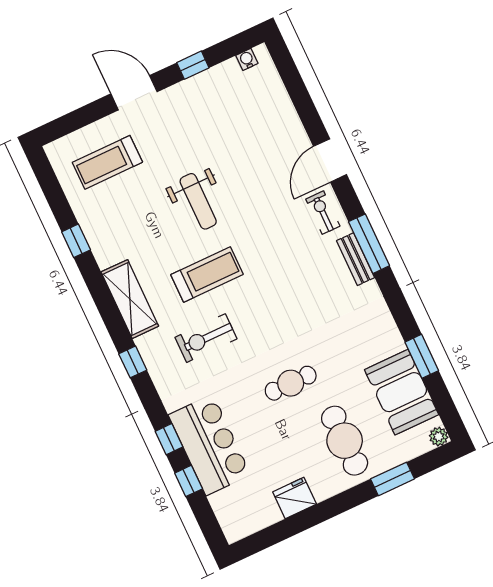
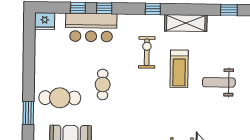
fridge: (295, 498) -> (45, 21), moved, turned 90

